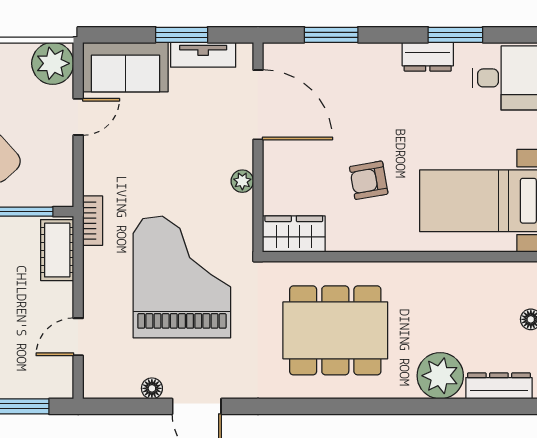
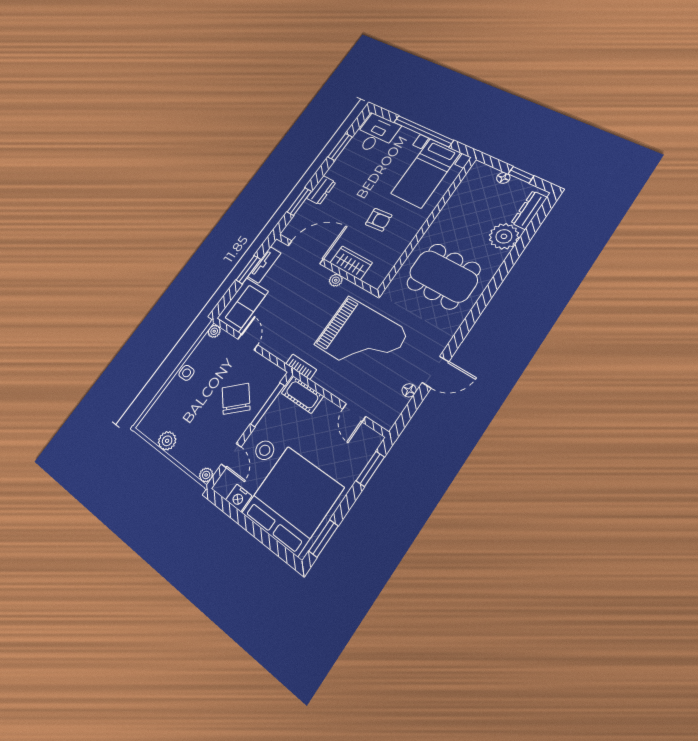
dresser: (428, 57) -> (321, 190), moved
plant: (53, 63) -> (214, 331), width x0.53, depth x0.53
armchair: (369, 180) -> (379, 220), turned -85
wardrobe: (294, 234) -> (351, 263), moved, turned 90
grand piano: (182, 277) -> (361, 338), turned 180
dining table: (335, 330) -> (443, 276), turned 90

